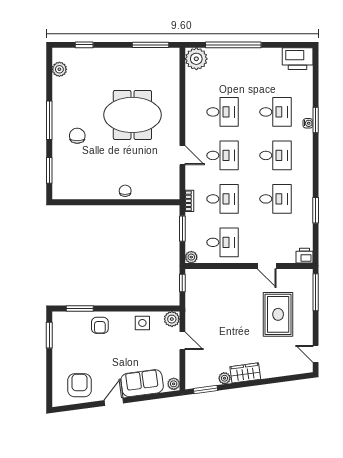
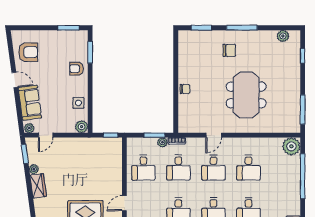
plant: (191, 257) -> (162, 142), moved
door: (182, 341) -> (46, 135), moved

